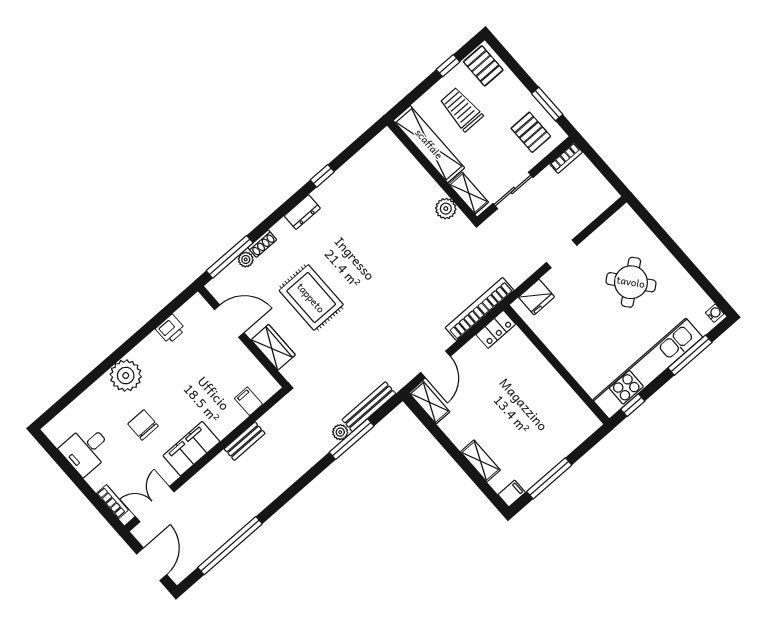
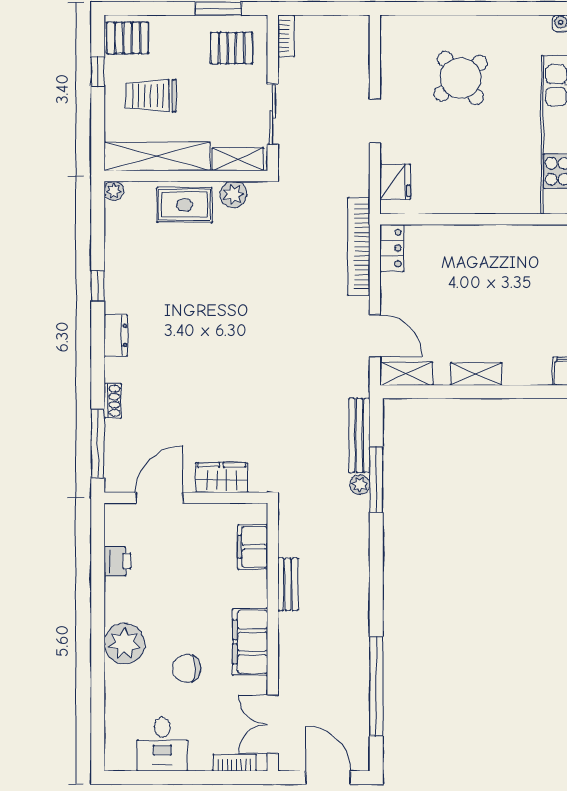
plant: (246, 259) -> (114, 191), moved
rug: (311, 298) -> (185, 205), moved, width x0.73, depth x0.70
filing cabinet: (248, 401) -> (253, 547), width x2.00
shelving: (480, 461) -> (476, 374), moved

